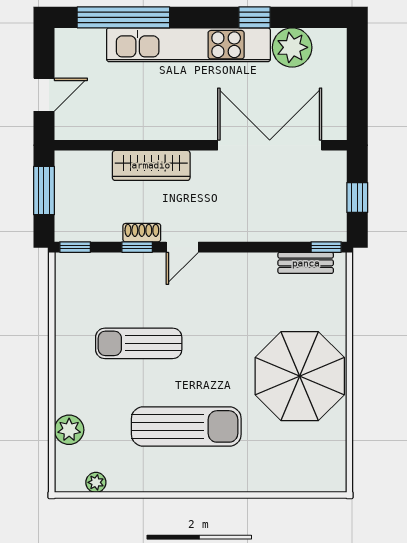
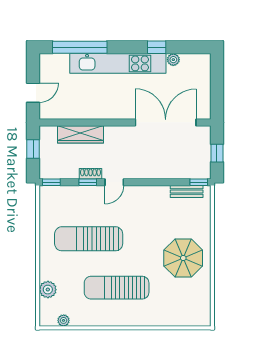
plant: (292, 47) -> (173, 60), width x0.53, depth x0.53
wardrobe: (151, 165) -> (80, 134), moved
window: (44, 191) -> (33, 149), width x0.67
sun lounger: (139, 343) -> (89, 239), width x1.36, depth x1.34
parasol: (300, 376) -> (183, 258), width x0.73, depth x0.73
sun lounger: (186, 426) -> (117, 288), turned 180

